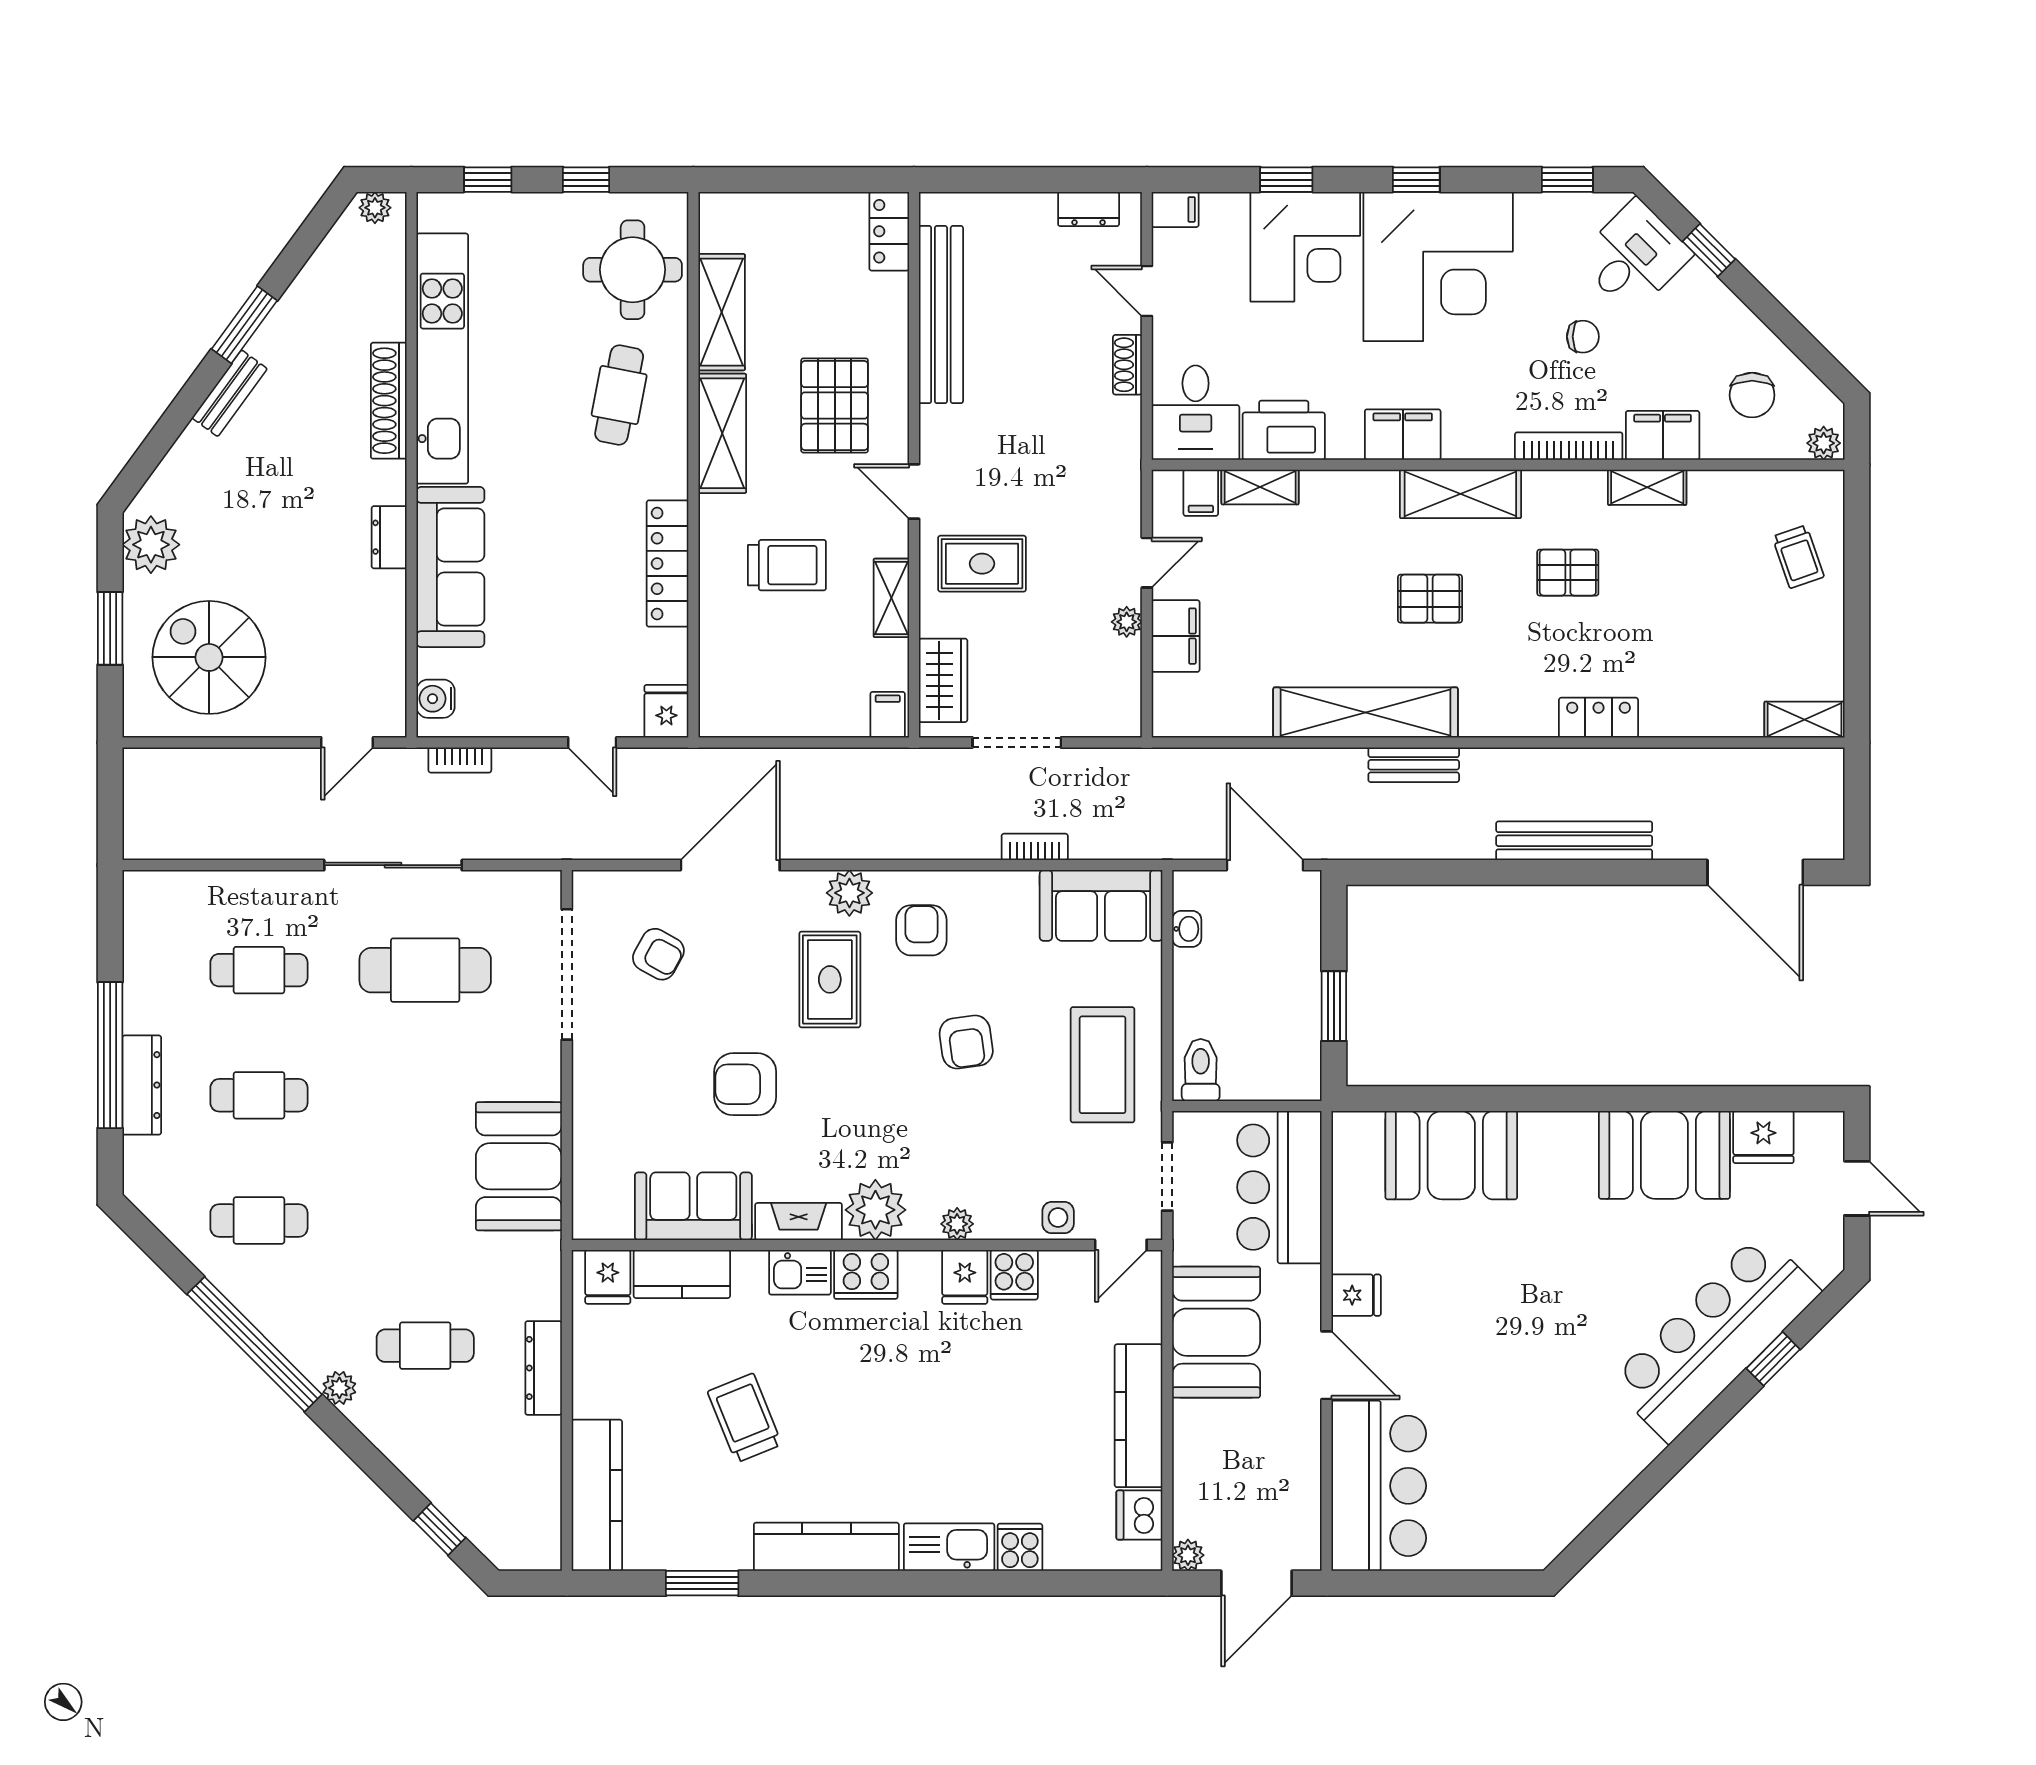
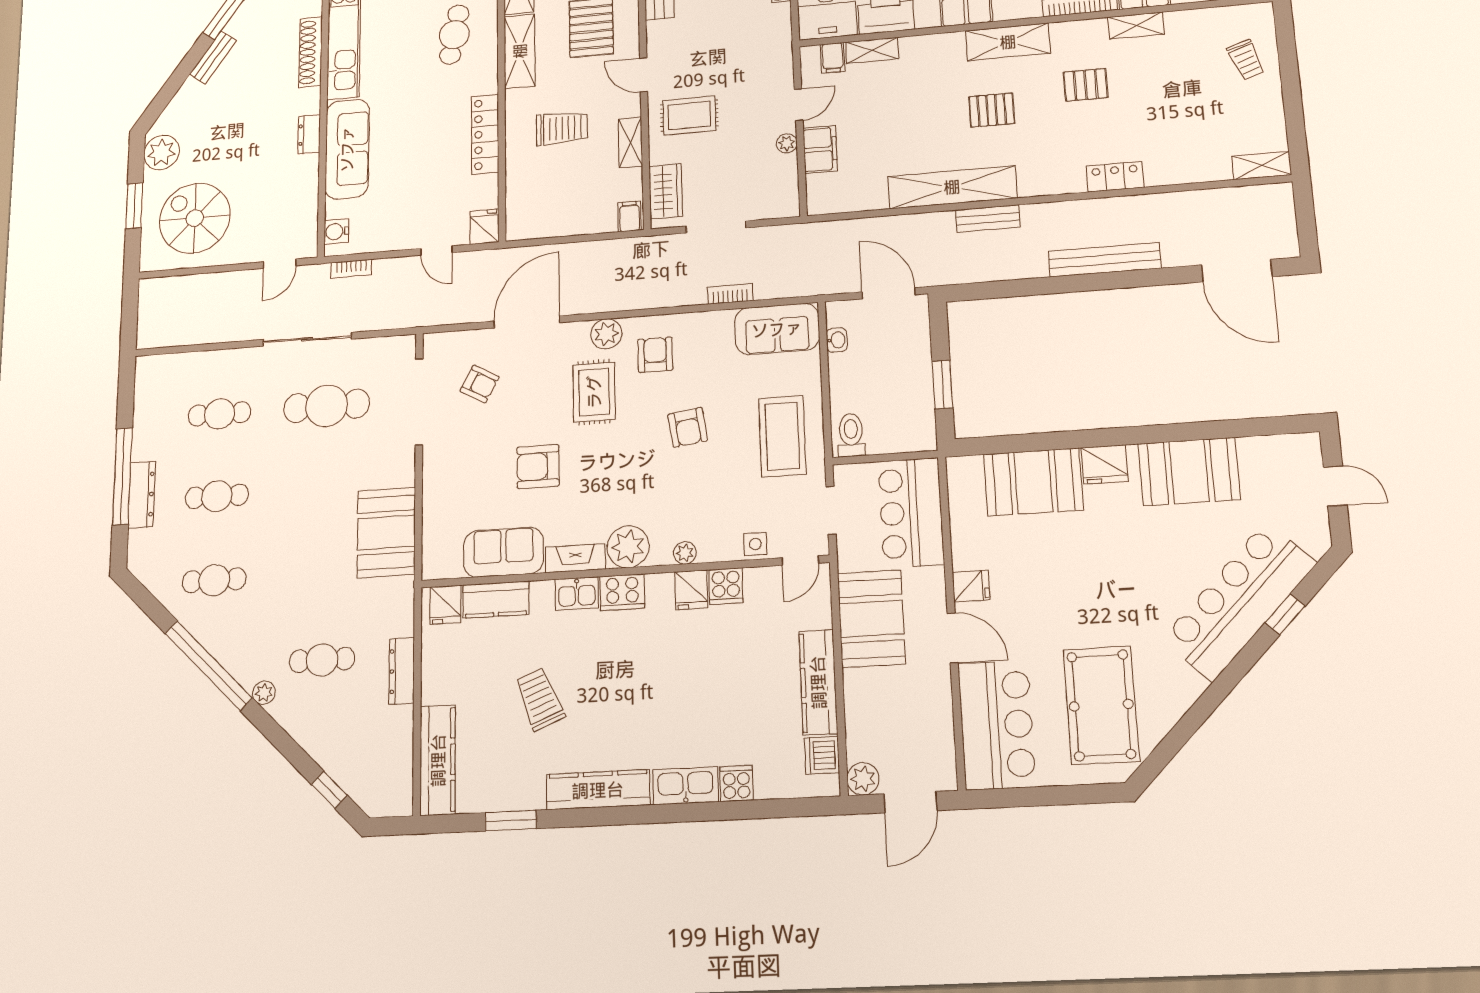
fridge: (1763, 1137) -> (1105, 464), moved
pool table: (1520, 1467) -> (1101, 705), added
plant: (1188, 1555) -> (863, 779), width x1.38, depth x1.38

